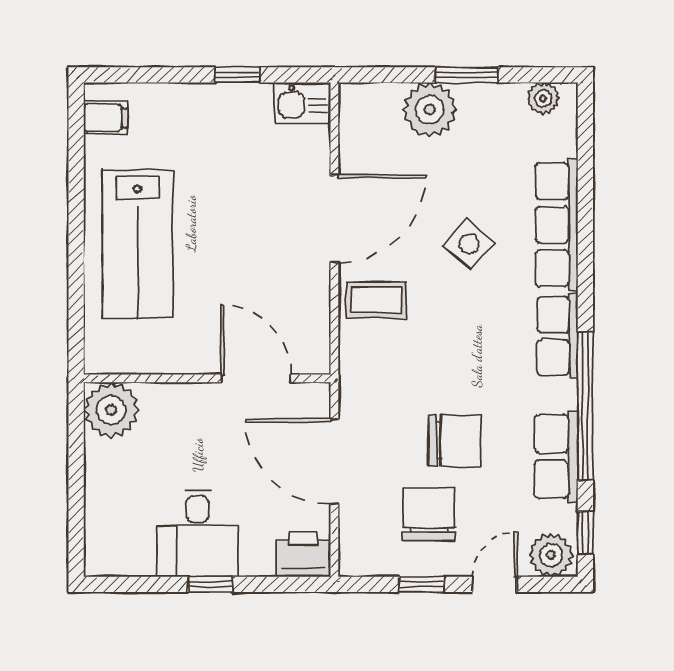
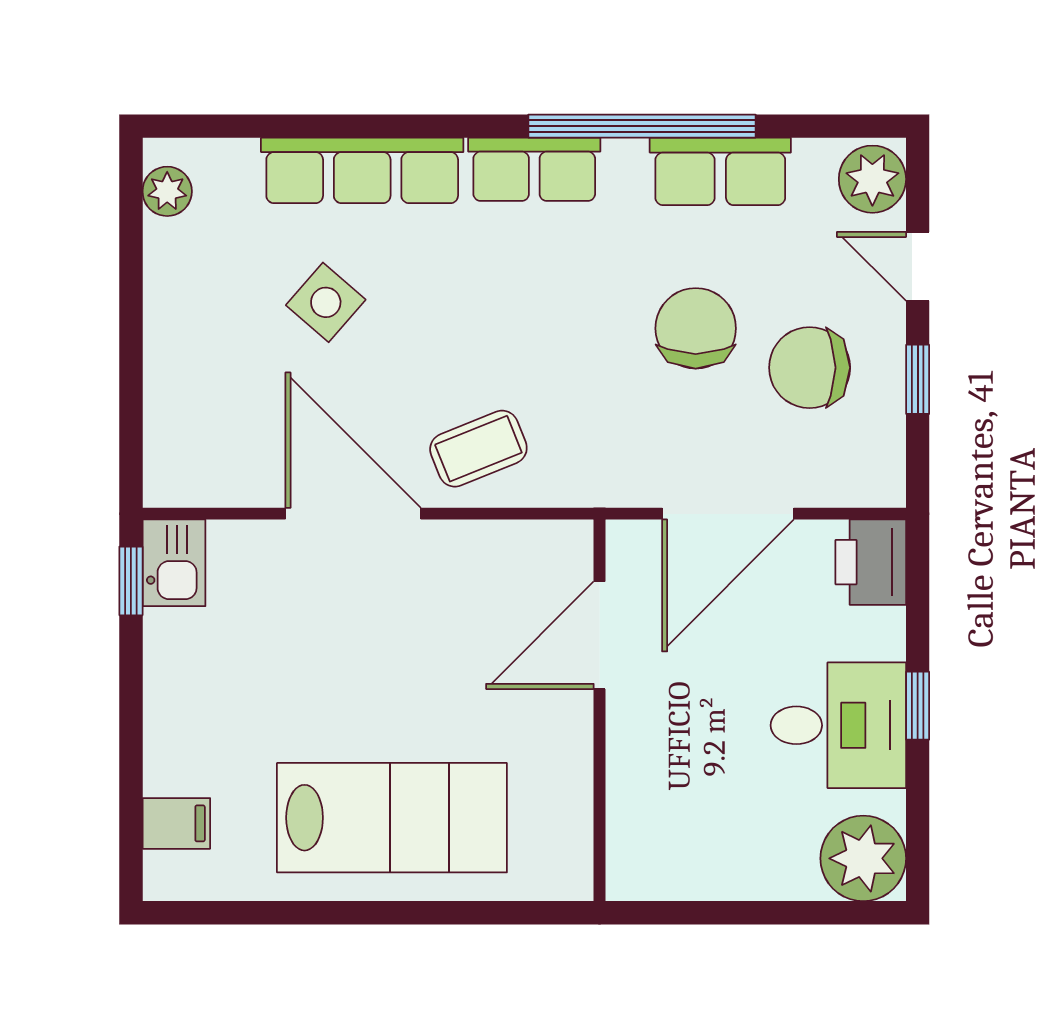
window: (237, 75) -> (131, 581), moved
window: (466, 75) -> (131, 310), removed
plant: (430, 110) -> (184, 367), removed
filing cabinet: (105, 118) -> (176, 823), moved, turned 90
side table: (469, 244) -> (326, 302), moved
coffee table: (377, 300) -> (478, 449), turned 68
plant: (111, 410) -> (863, 858), moved
window: (585, 533) -> (838, 126), removed

